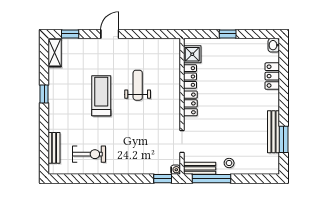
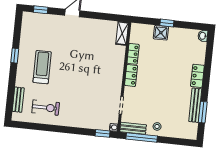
shelving: (55, 53) -> (122, 33), moved
shower: (192, 54) -> (161, 33), moved
locker: (272, 76) -> (197, 76), moved
weight bench: (138, 85) -> (90, 56), removed
treadmill: (101, 96) -> (42, 67), moved

